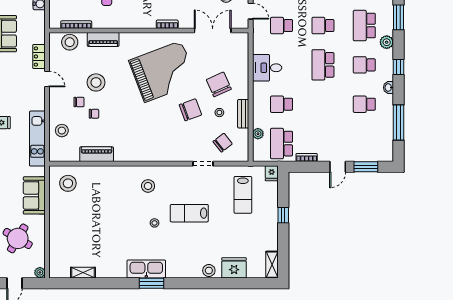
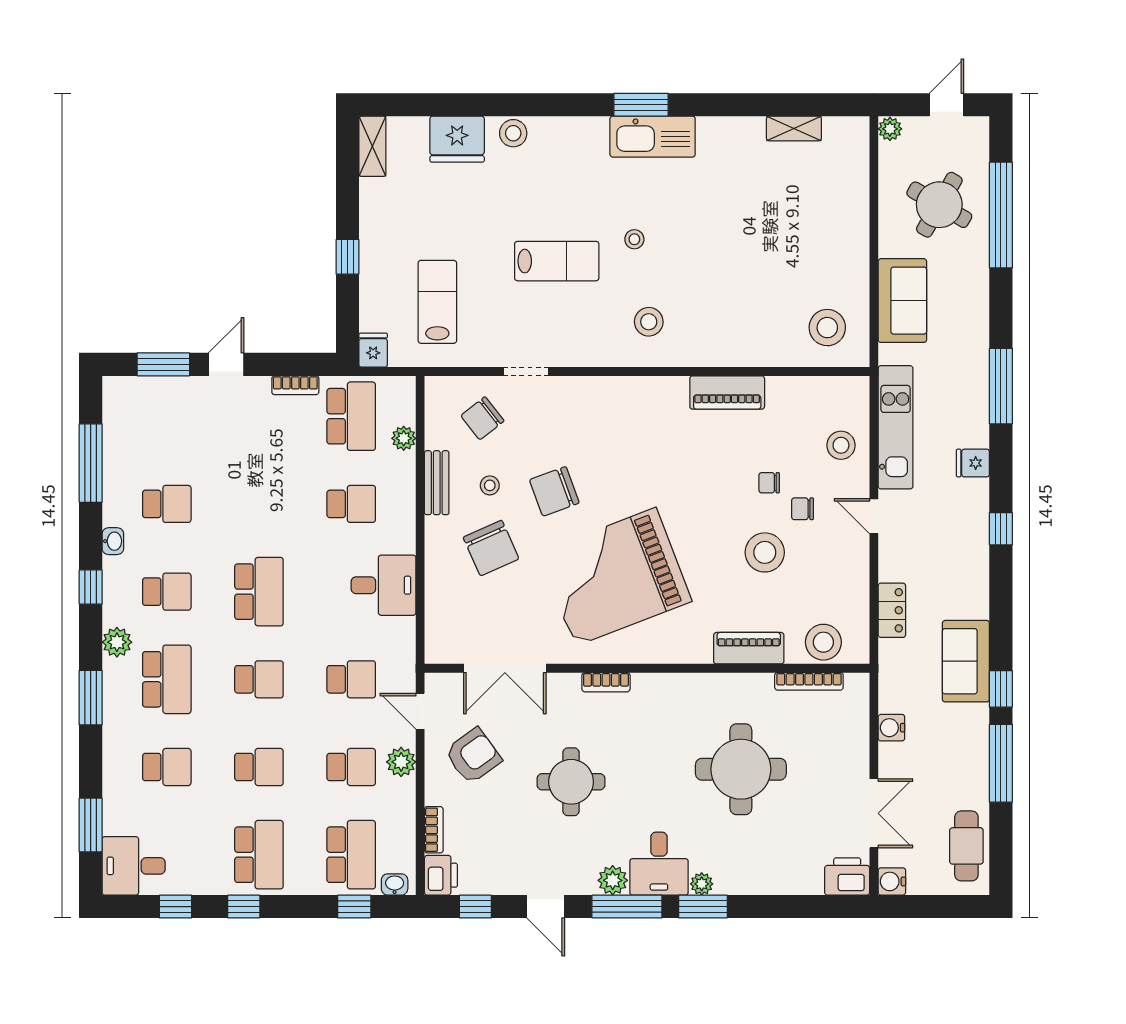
door: (47, 79) -> (874, 516), moved
piano: (97, 154) -> (727, 392), moved

